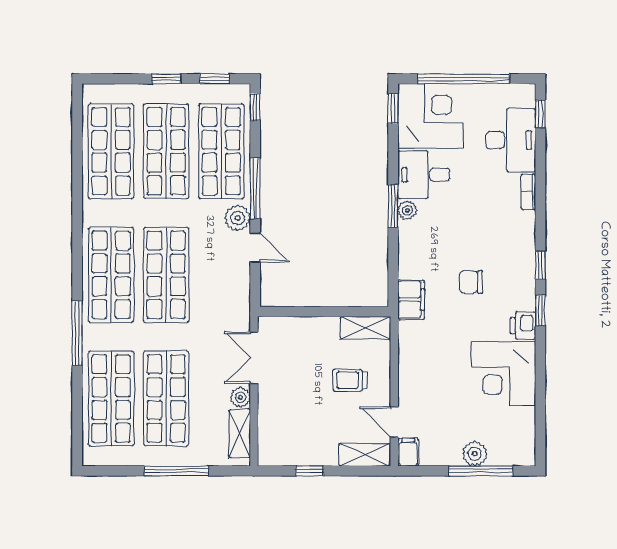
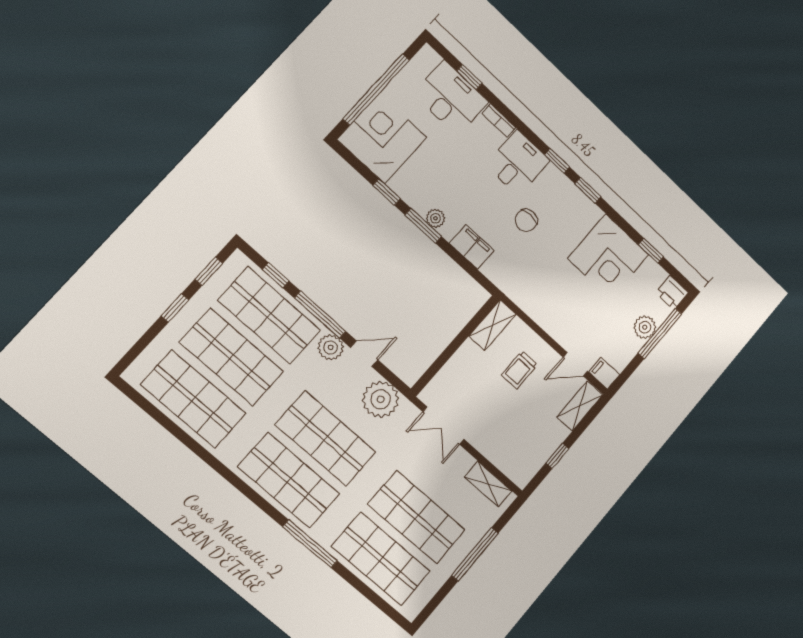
window: (255, 107) -> (276, 275), moved
window: (393, 108) -> (387, 192), moved
window: (540, 114) -> (469, 77), moved
desk: (424, 175) -> (518, 163), moved, turned 180
filing cabinet: (411, 300) -> (472, 247), moved
printer: (523, 326) -> (672, 293), moved
plant: (240, 397) -> (381, 399), moved, width x1.88, depth x1.88
window: (540, 405) -> (651, 251), added

